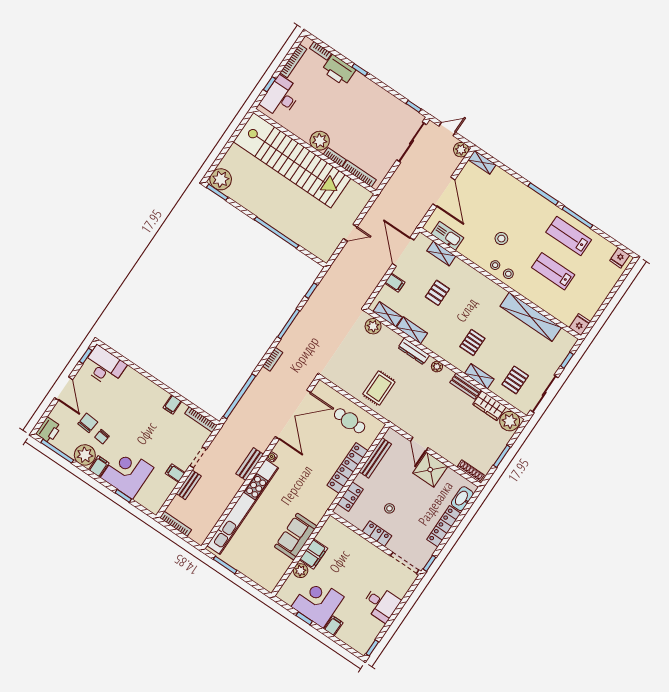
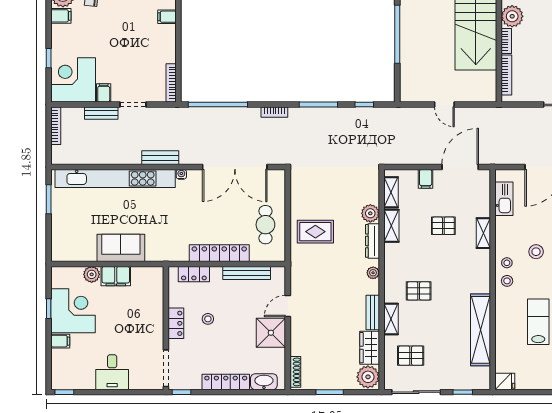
shelving: (441, 253) -> (483, 233), moved
plant: (373, 326) -> (370, 213), moved
filing cabinet: (172, 405) -> (167, 17), moved
corner desk: (127, 473) -> (73, 80), moved, turned -90

